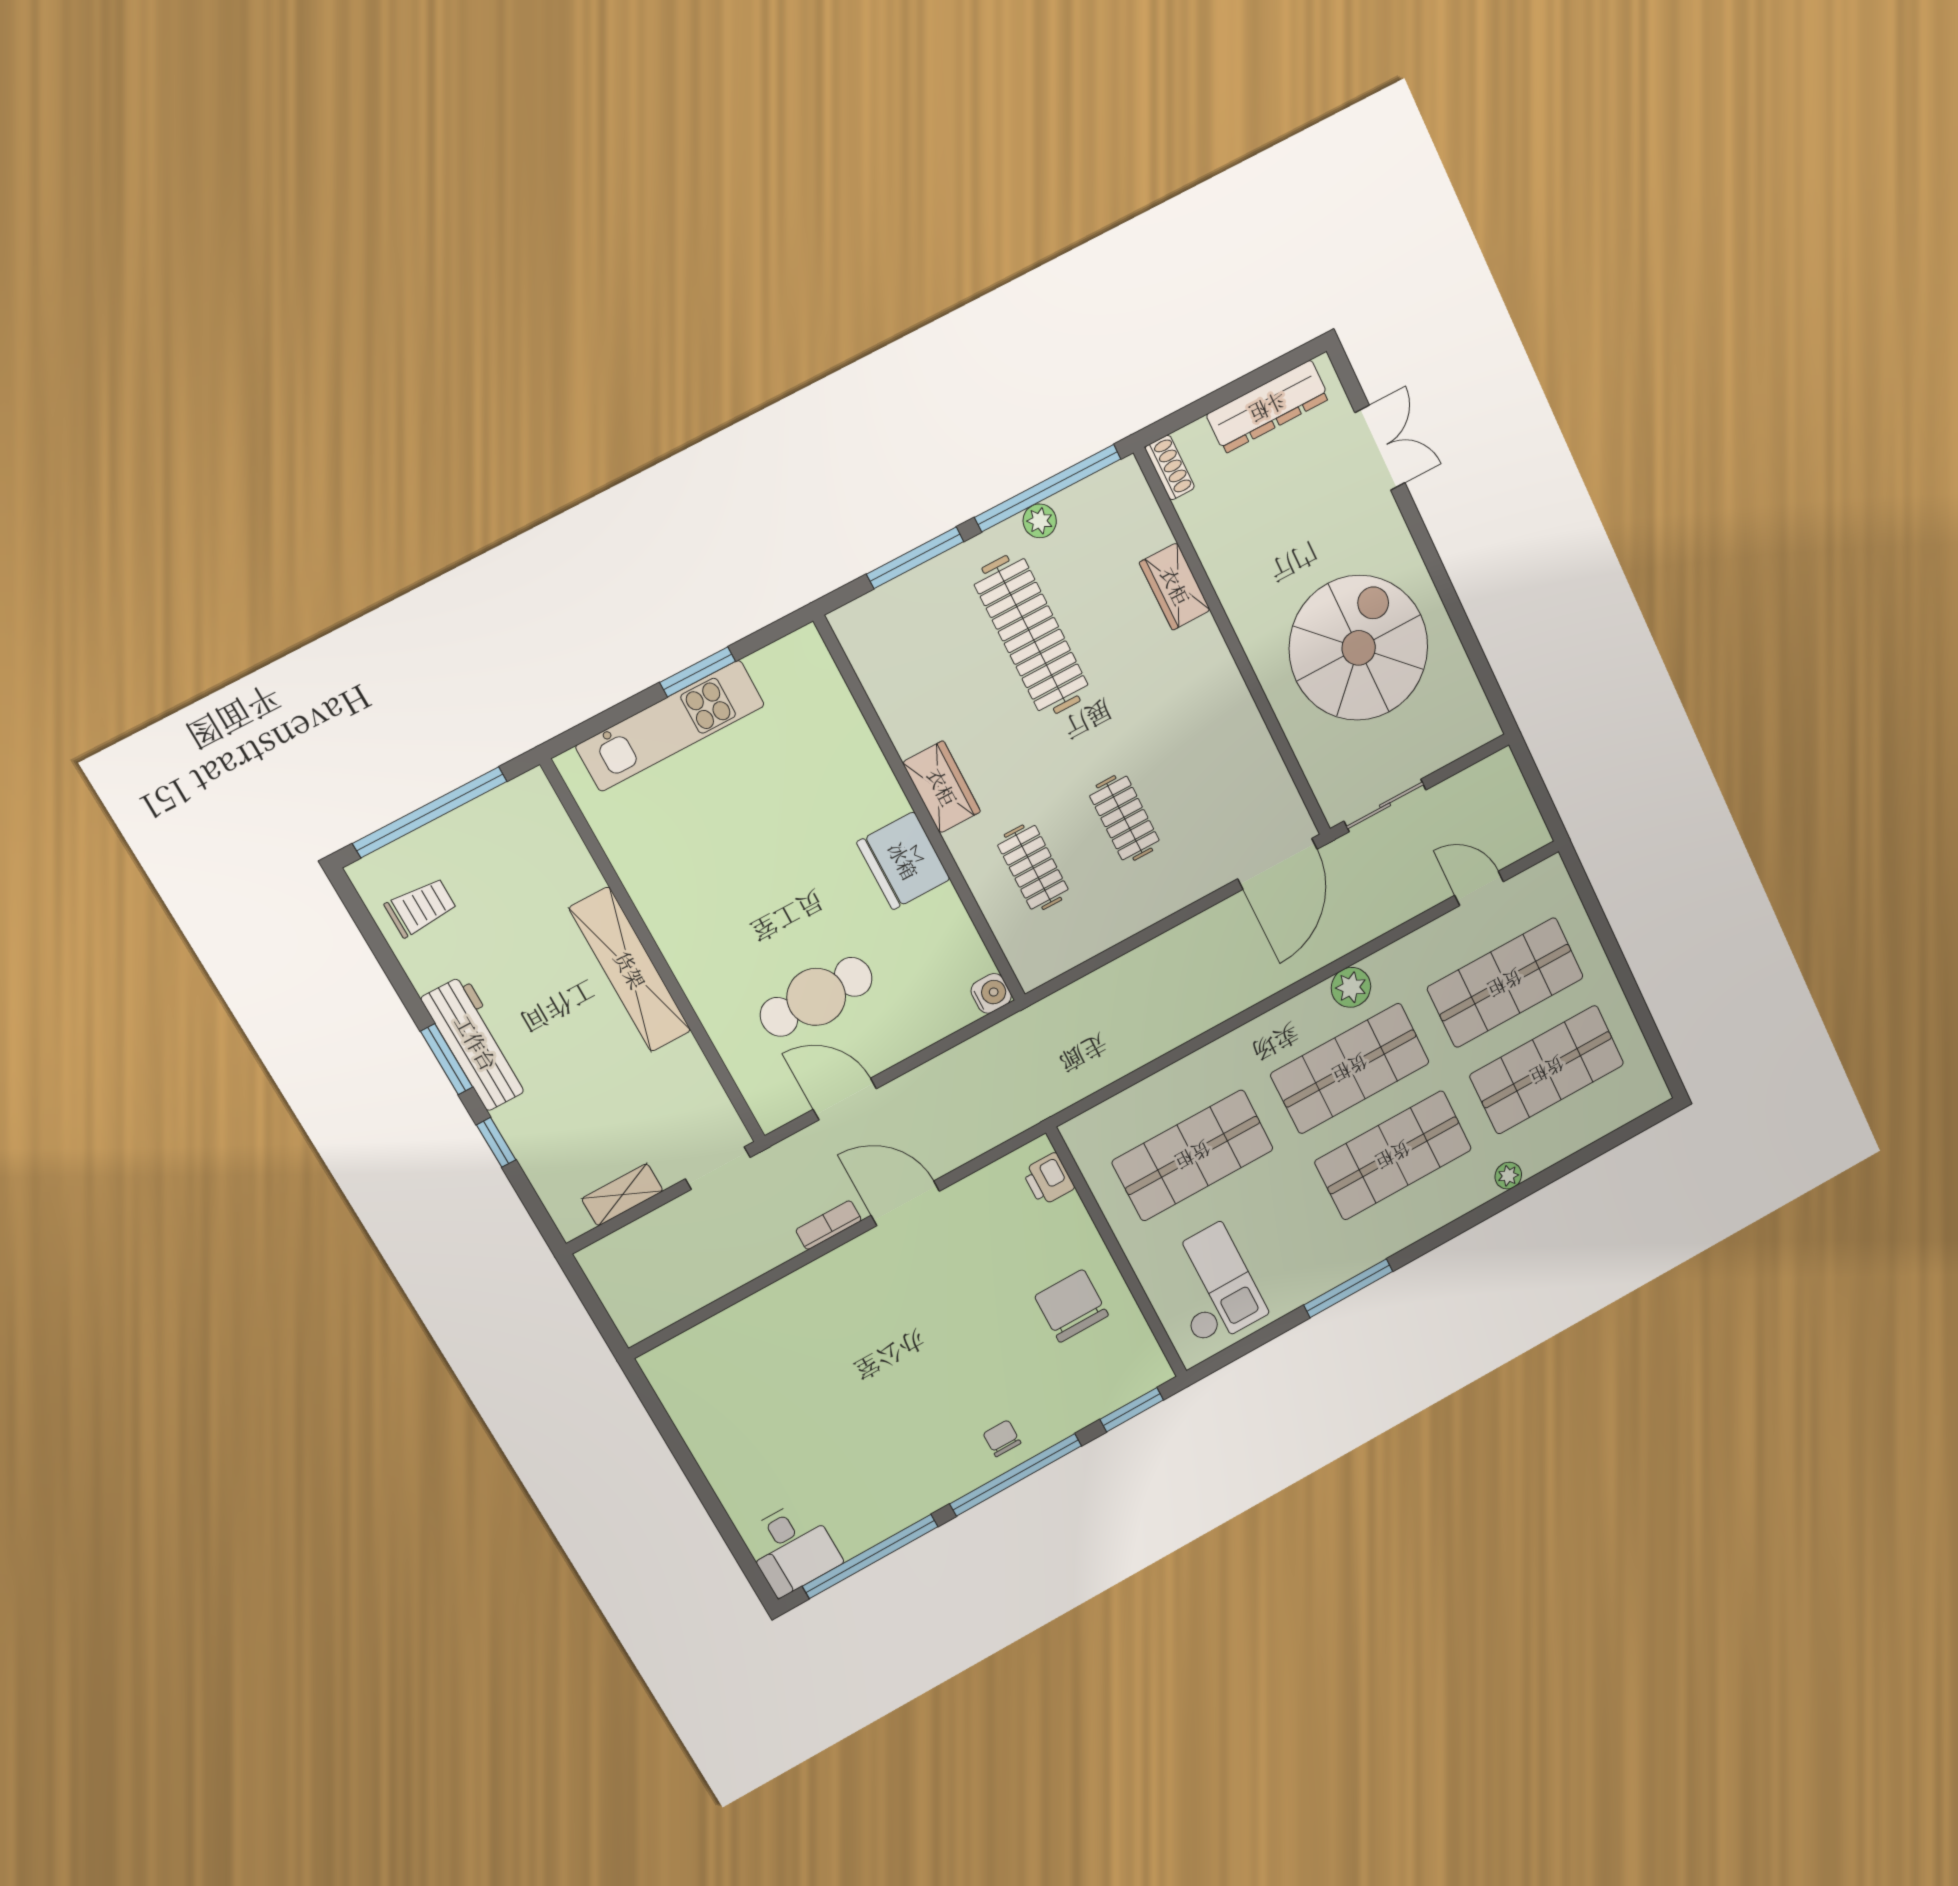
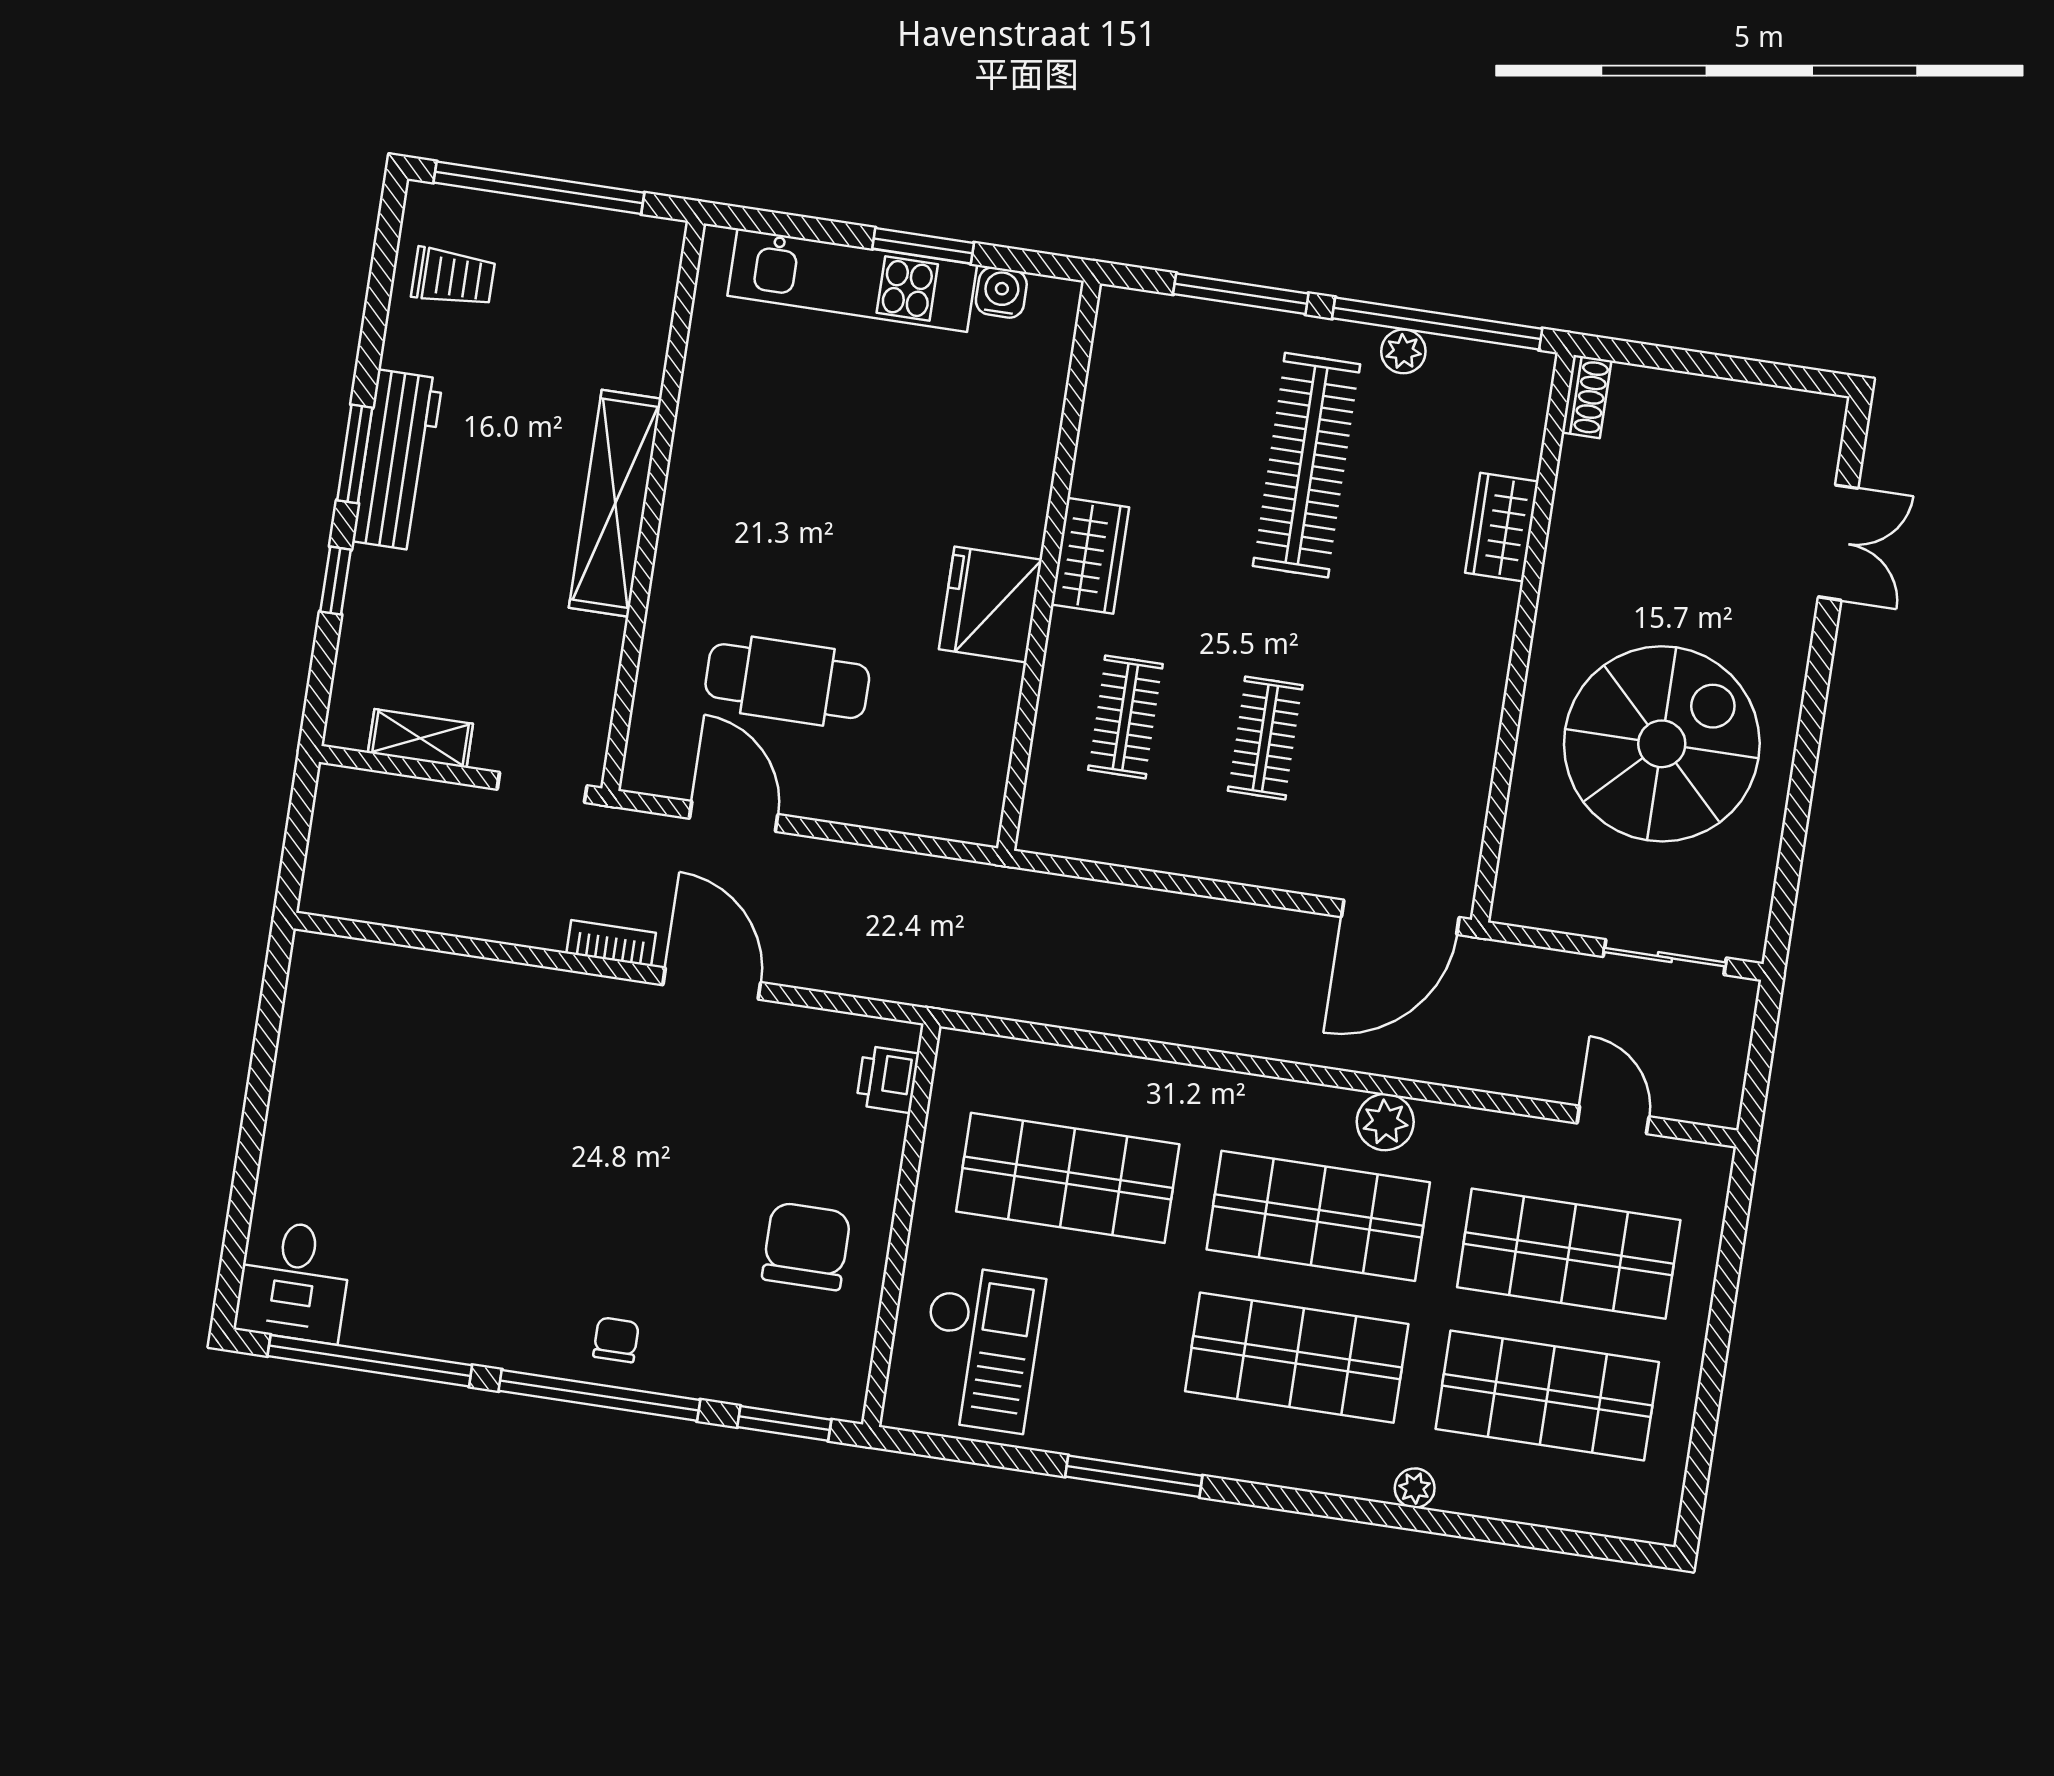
dresser: (1268, 407) -> (1742, 409), removed
sliding door: (1385, 805) -> (1665, 957), moved
water cooler: (991, 993) -> (1001, 292), moved, turned -90

